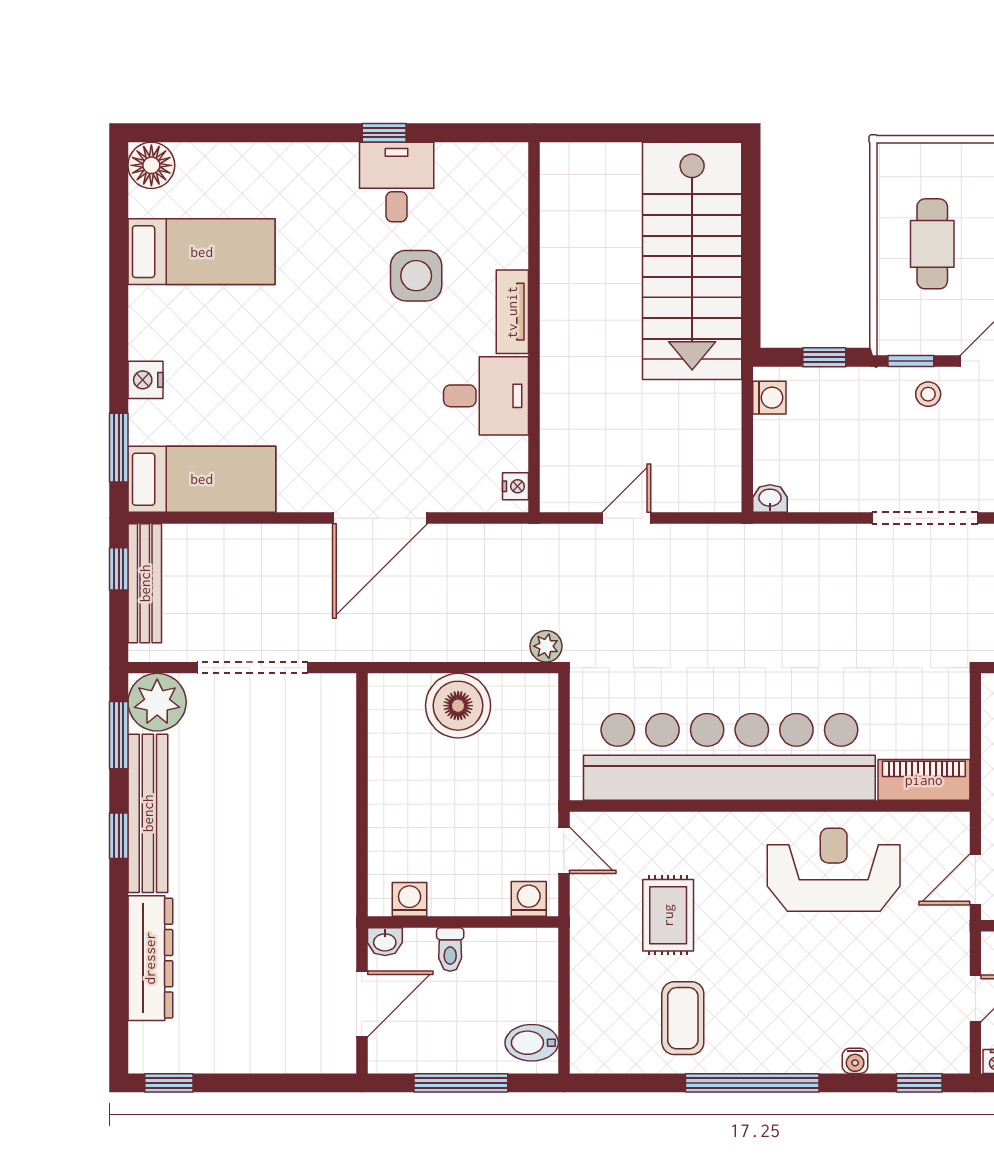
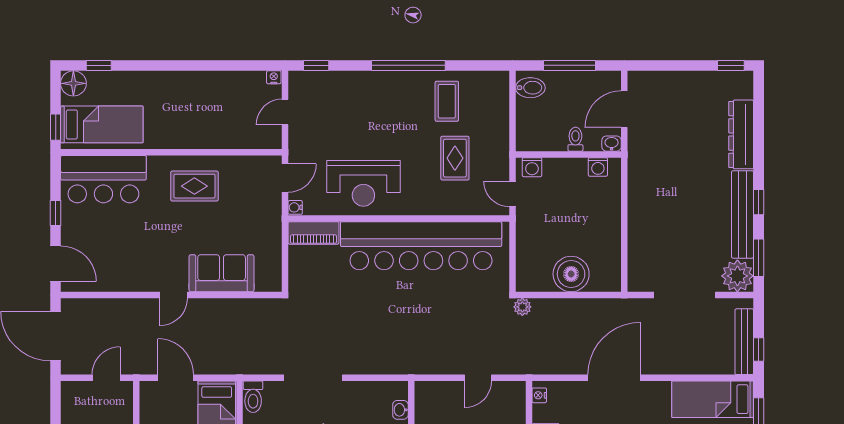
washbasin: (770, 499) -> (400, 410), moved, turned 90
water cooler: (855, 1061) -> (295, 207), moved, turned -90

